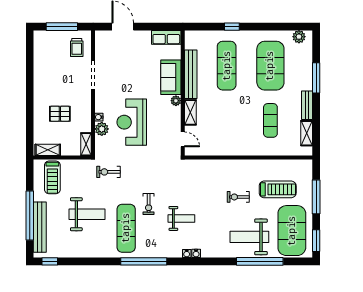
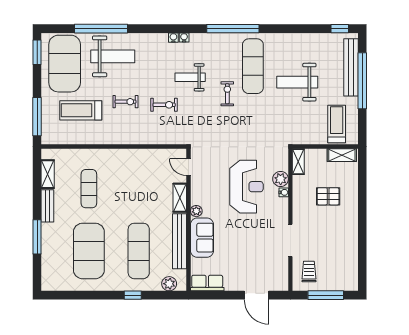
plant: (299, 37) -> (169, 284), moved
exercise bike: (108, 172) -> (164, 105), moved
window: (316, 197) -> (37, 117), moved

